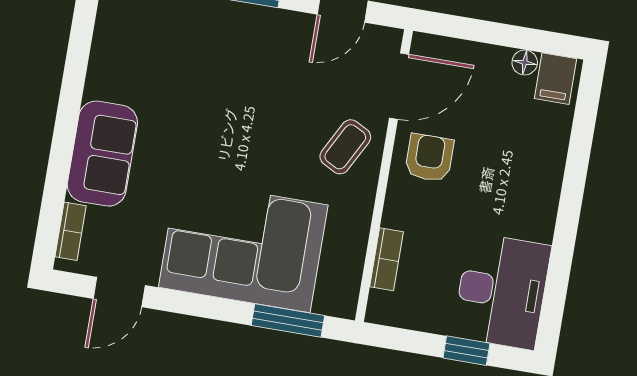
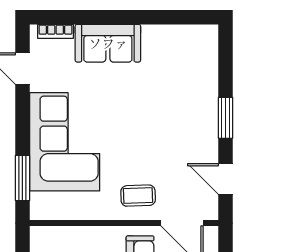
coffee table: (345, 147) -> (138, 196), turned -30
bookcase: (387, 259) -> (72, 234), removed

